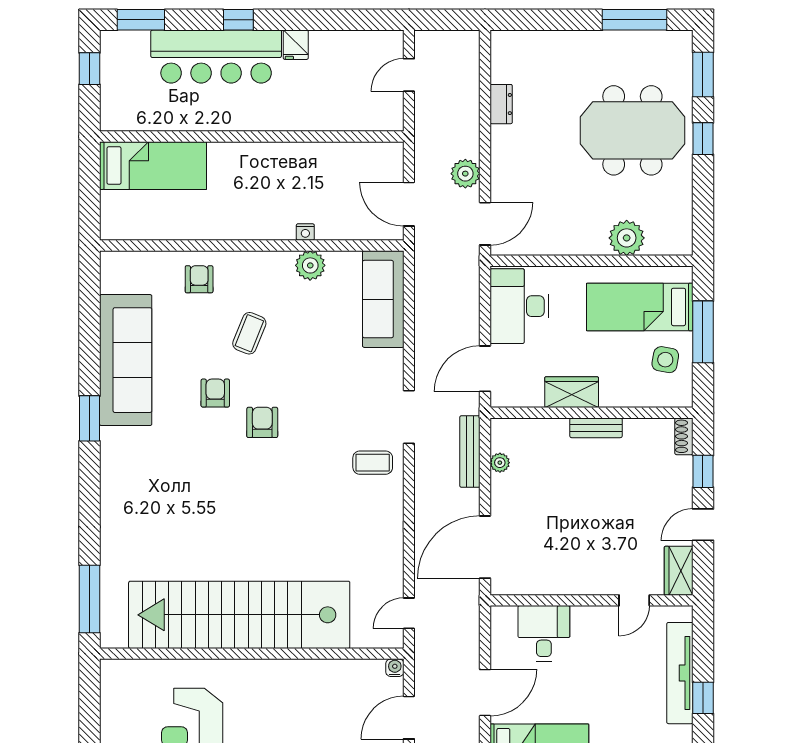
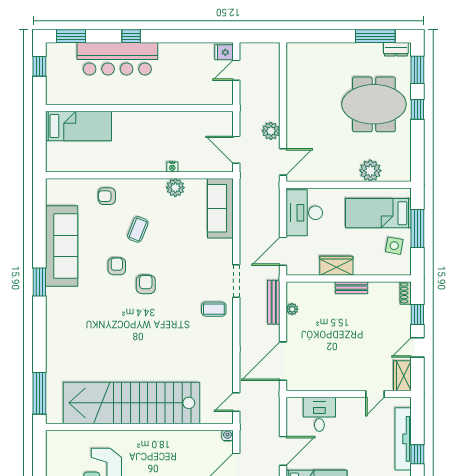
fridge: (296, 45) -> (224, 52), moved, turned 90
dresser: (501, 104) -> (396, 49), moved, turned 90
armchair: (199, 279) -> (107, 196), turned -90

